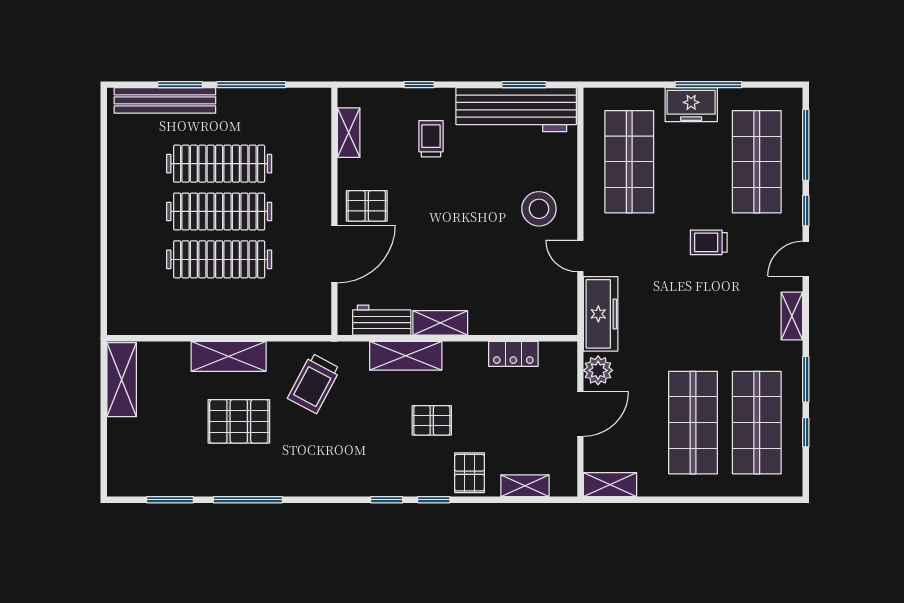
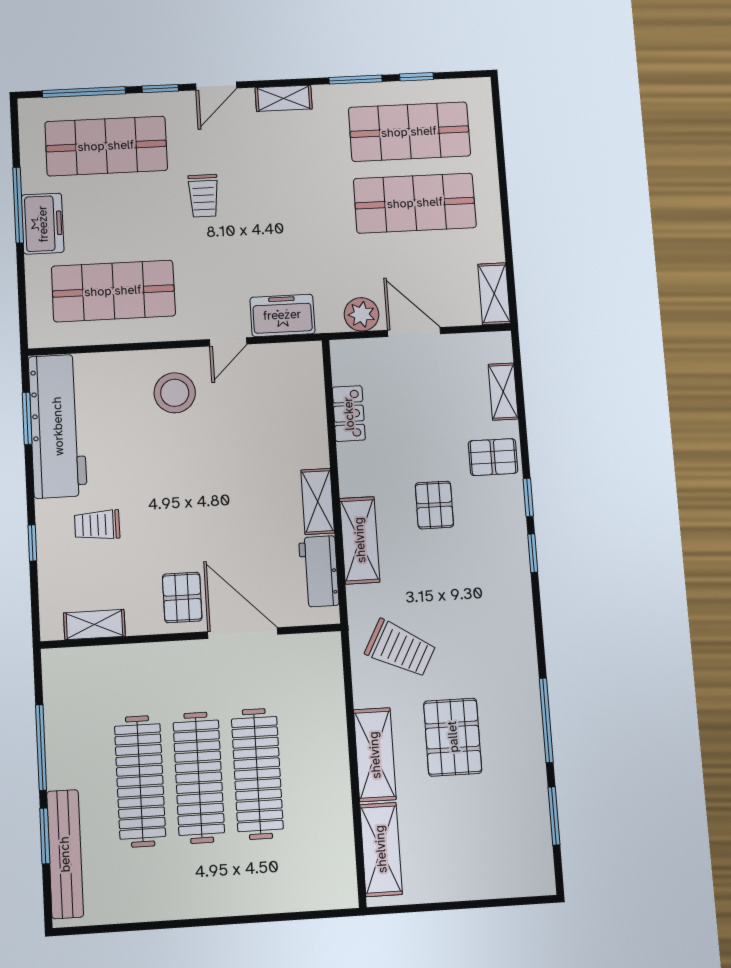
door: (806, 259) -> (216, 86), hinge flipped
freezer: (601, 314) -> (282, 315), width x0.71
shelving: (122, 380) -> (381, 849), moved, turned 90

